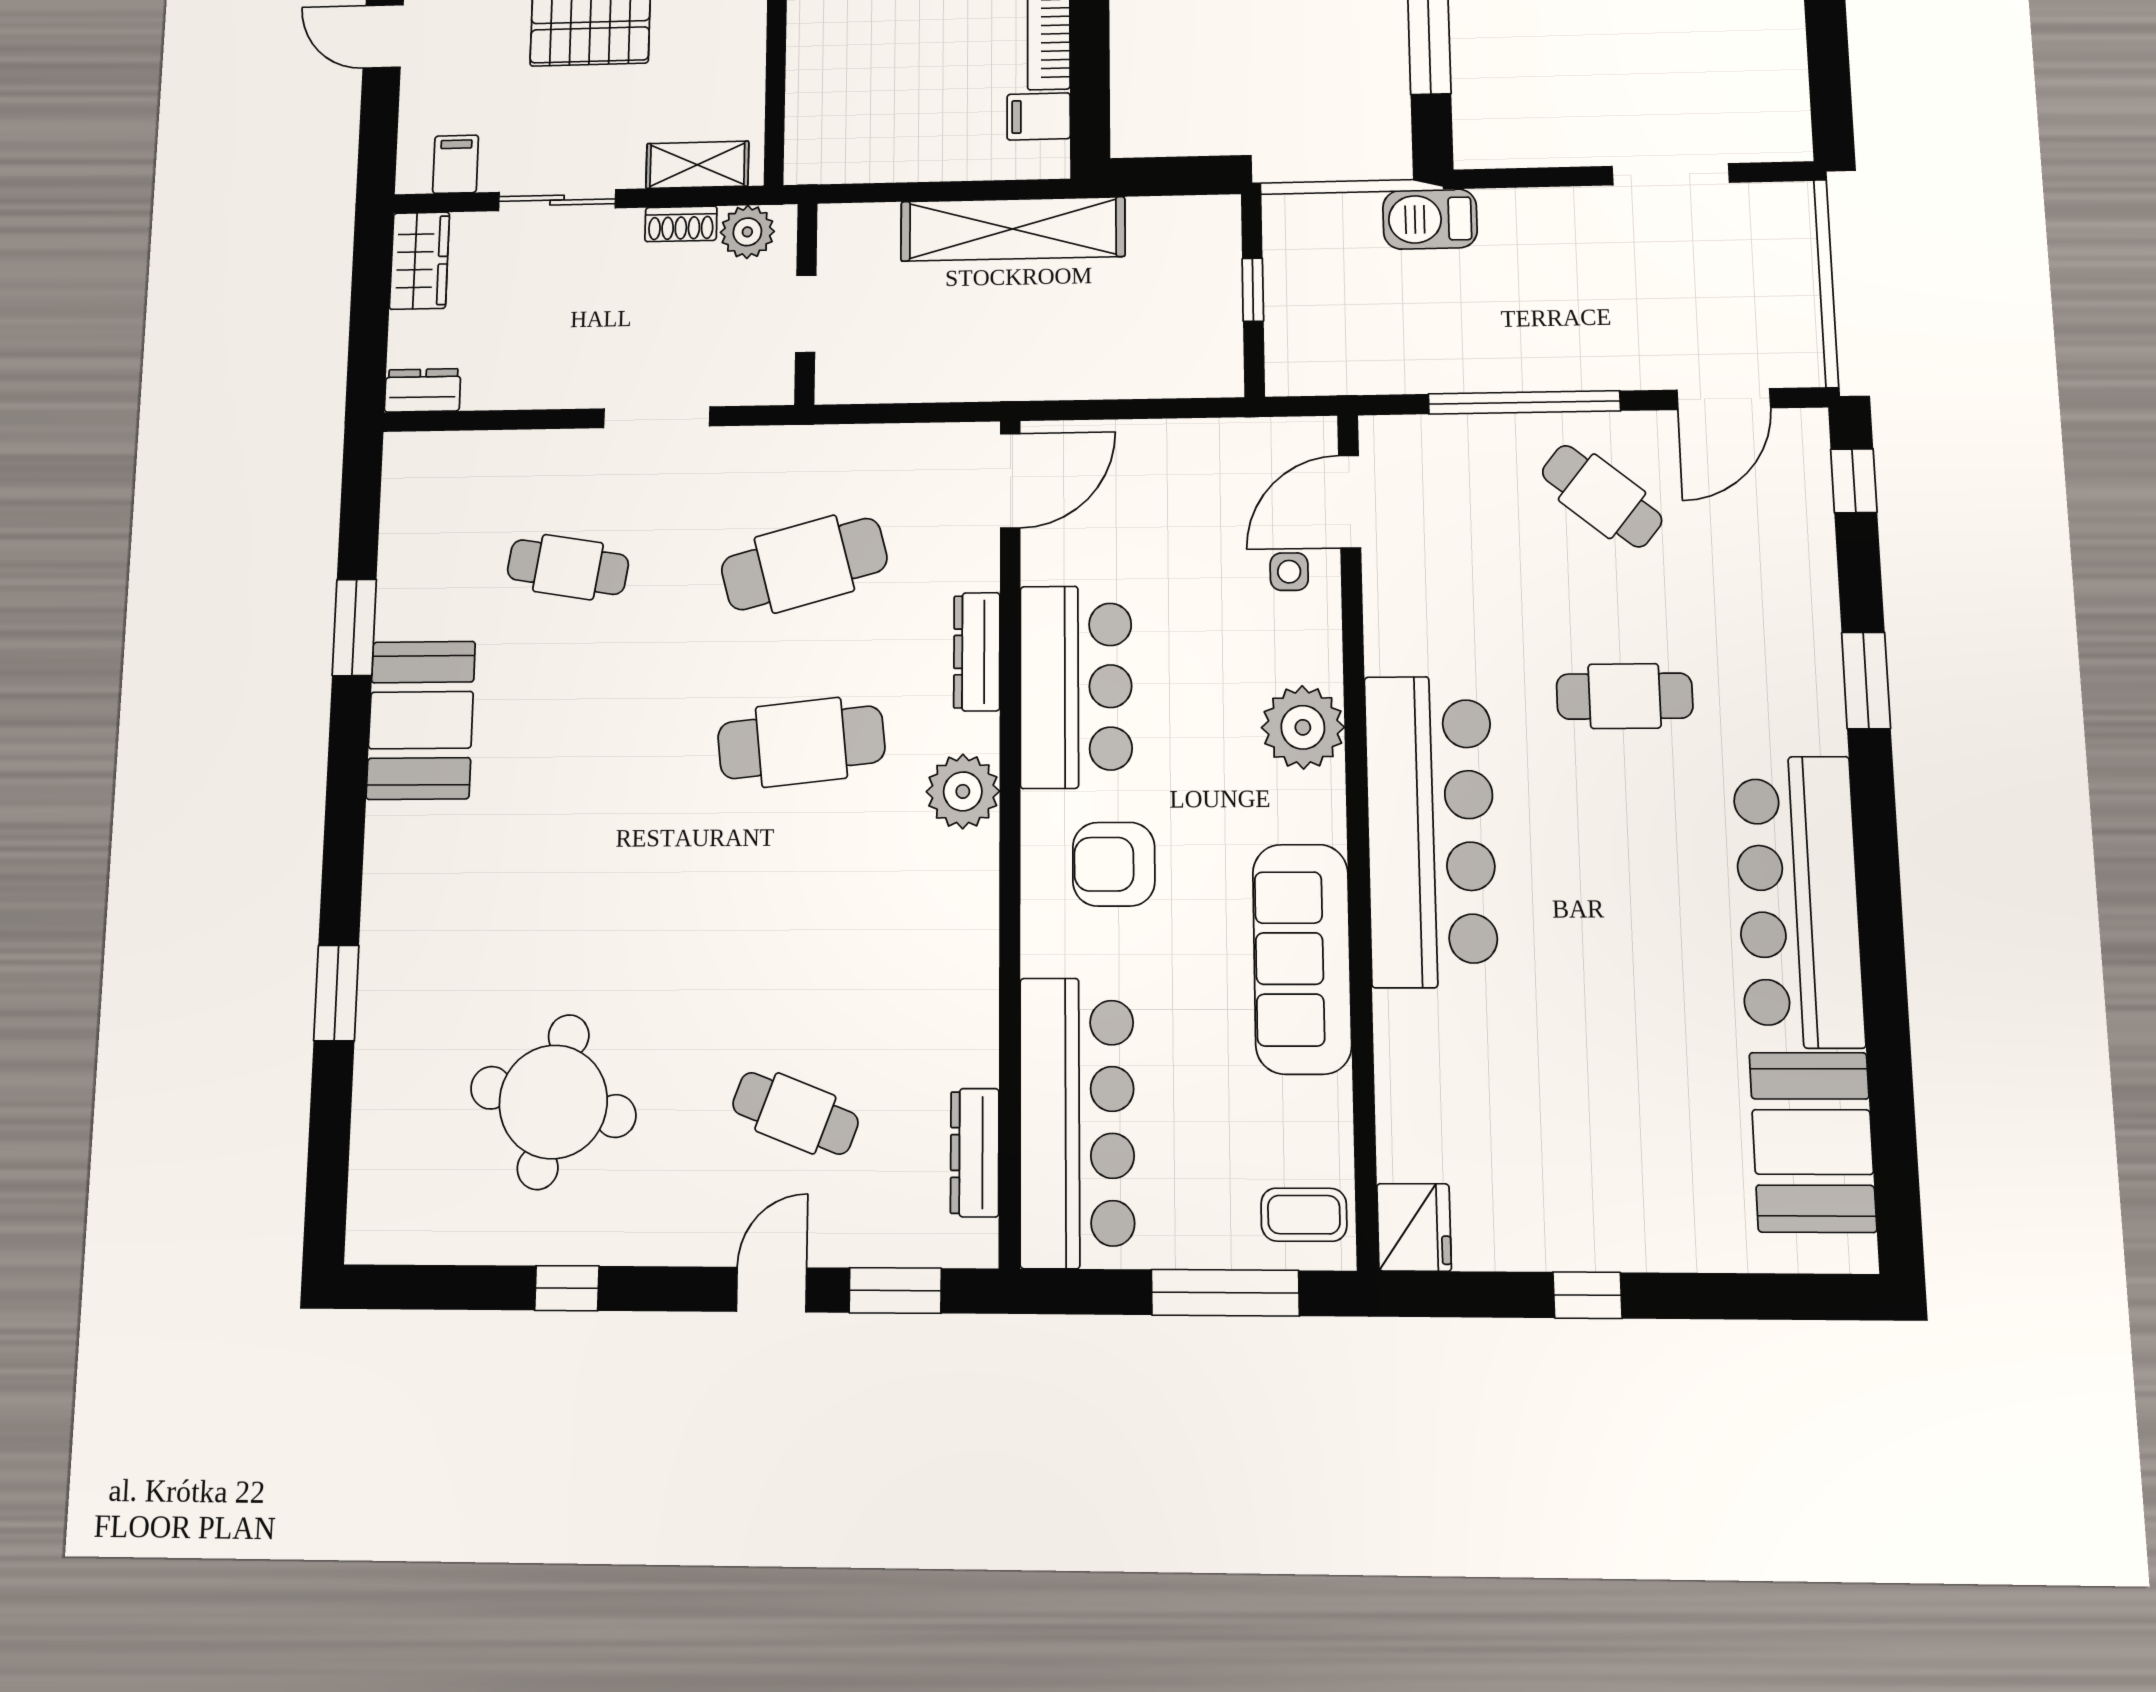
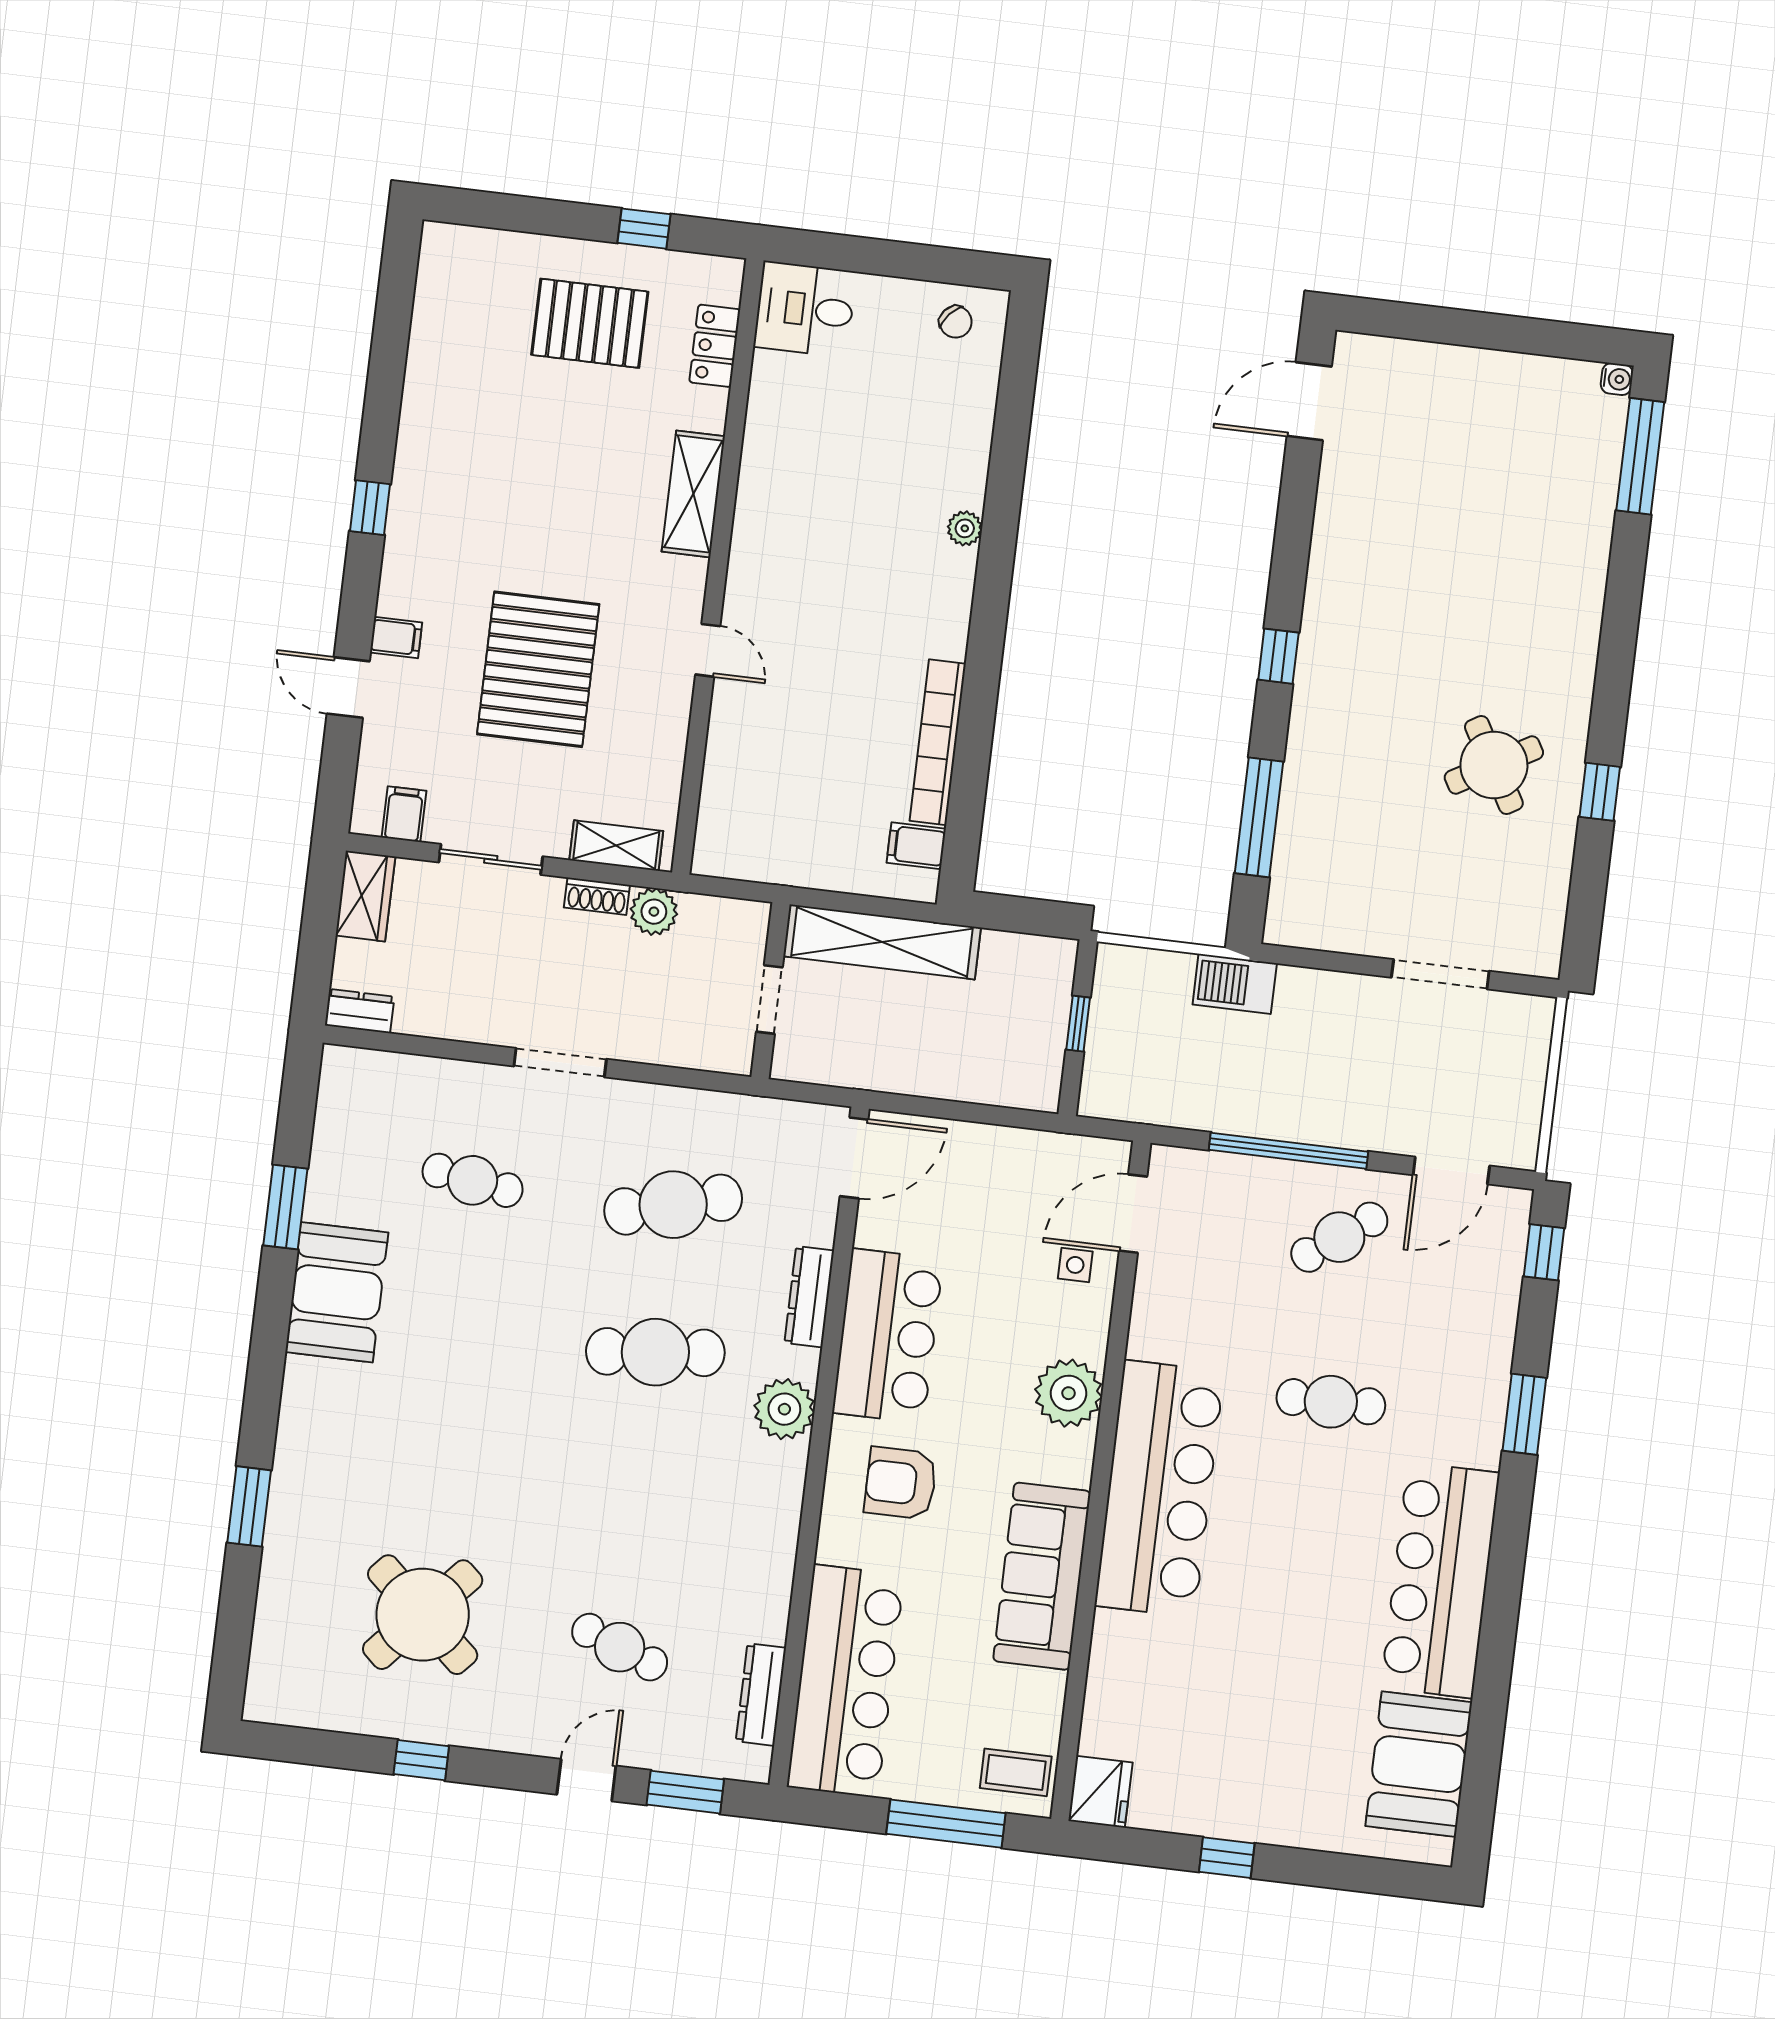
wall: (806, 304) -> (770, 991), moved
doorway: (806, 314) -> (769, 999), moved
cafe table: (1602, 496) -> (1339, 1237), turned -75
round table: (553, 1102) -> (423, 1615), turned 30

